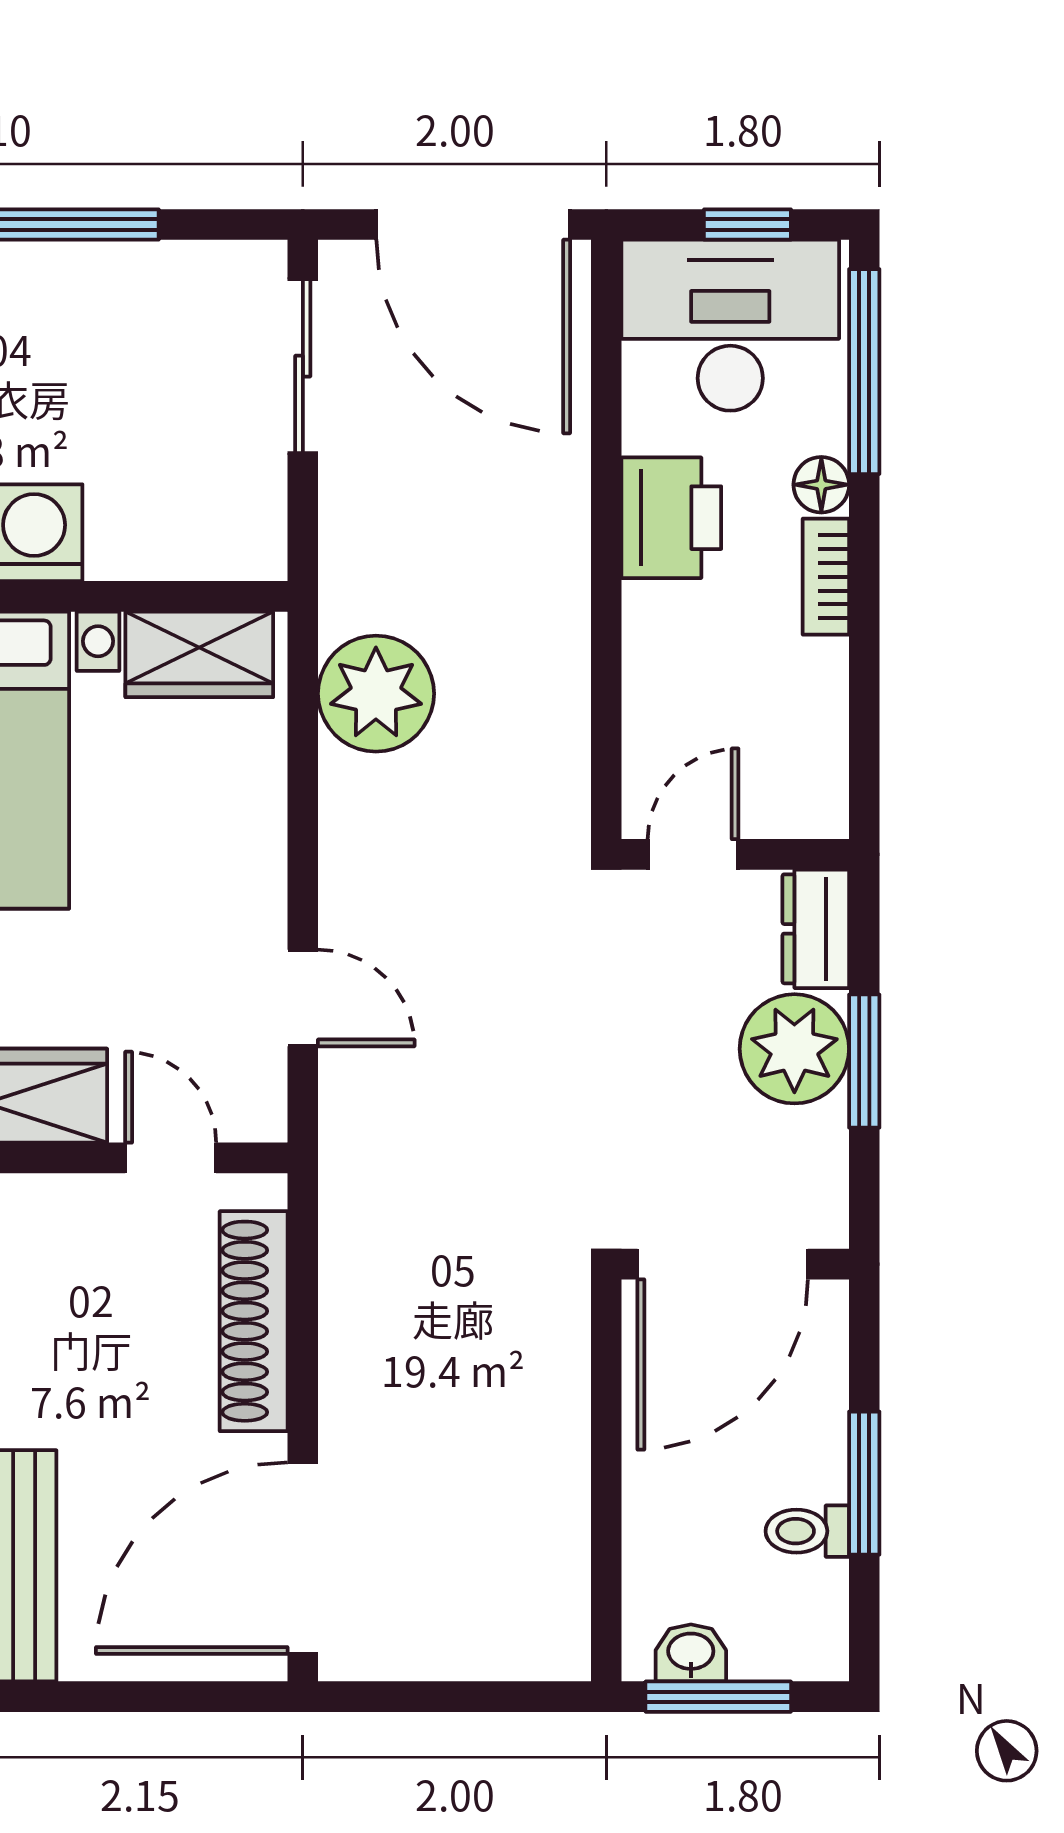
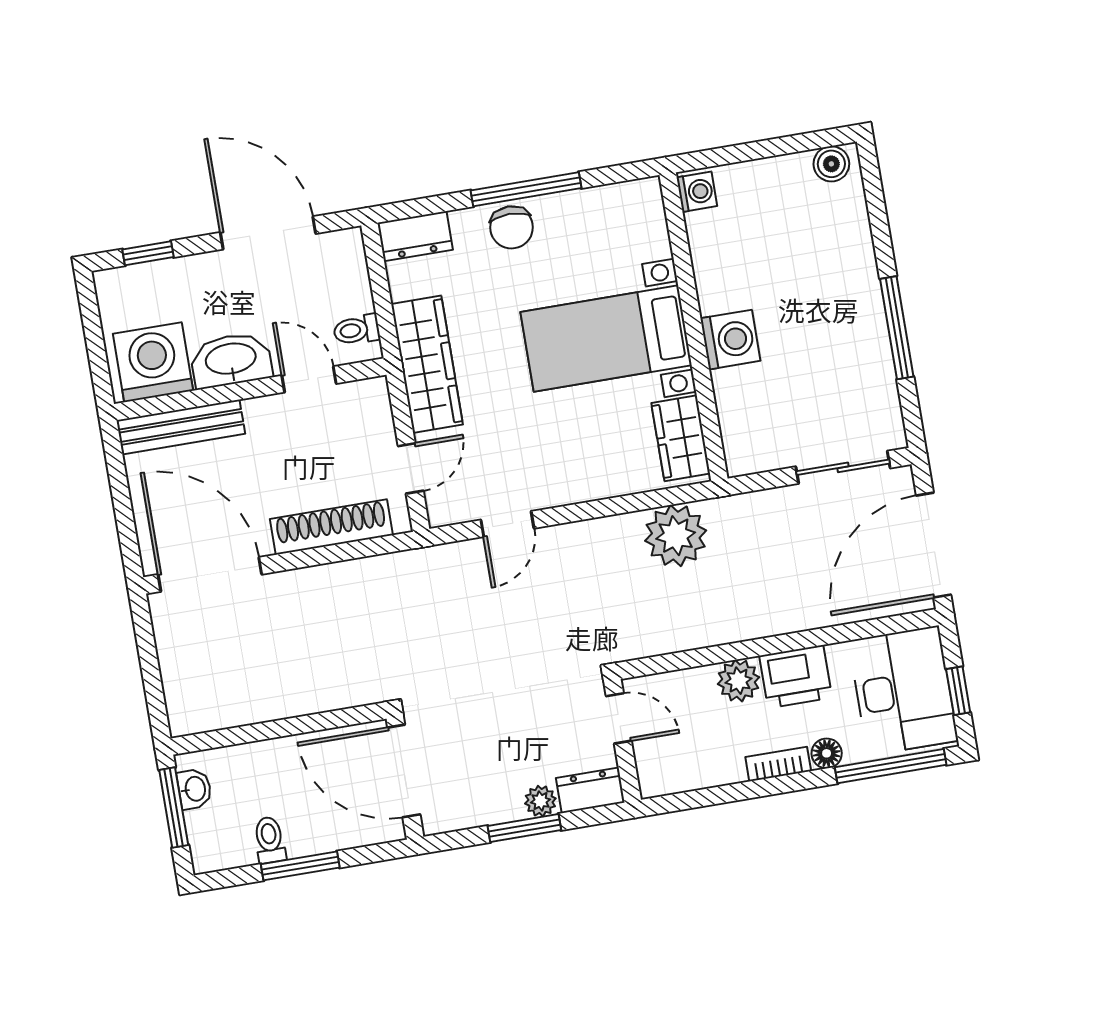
plant: (661, 624) -> (738, 681), added
plant: (794, 1049) -> (540, 801), width x0.53, depth x0.53

